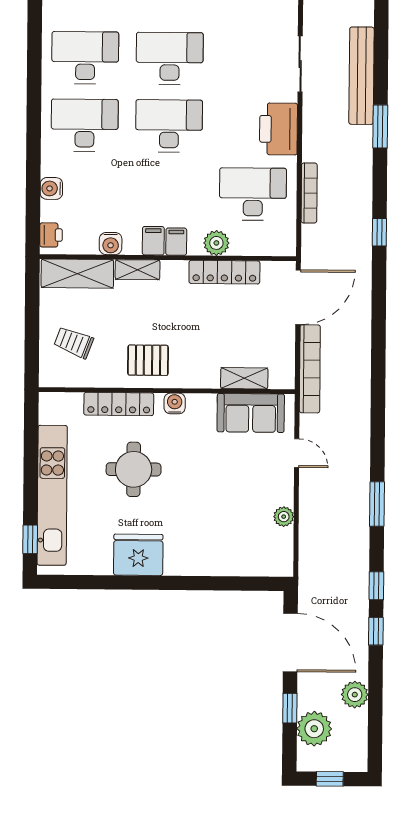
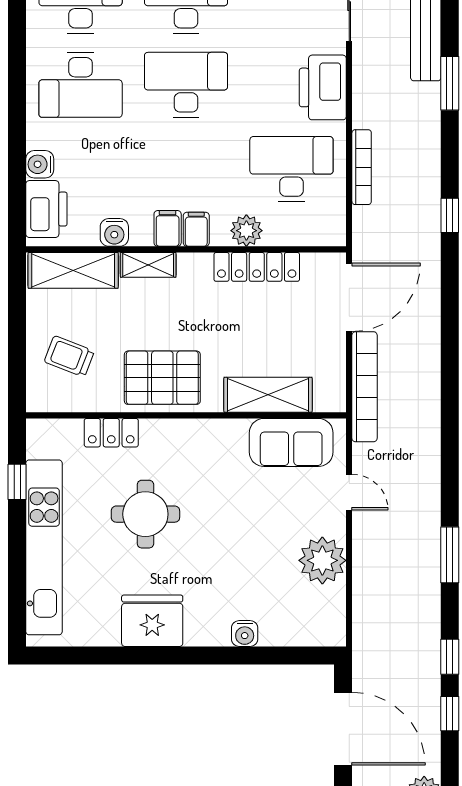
desk: (85, 125) -> (81, 85), turned 180
printer: (51, 235) -> (46, 209), width x1.87, depth x1.48
pallet: (148, 360) -> (162, 378), width x1.50, depth x1.42
shelving: (244, 378) -> (268, 395), width x1.50, depth x1.33
water cooler: (175, 403) -> (245, 633), moved, turned 180
locker: (119, 404) -> (111, 433), width x0.66
plant: (284, 517) -> (322, 560), width x1.87, depth x1.87
window: (30, 539) -> (17, 482), moved

